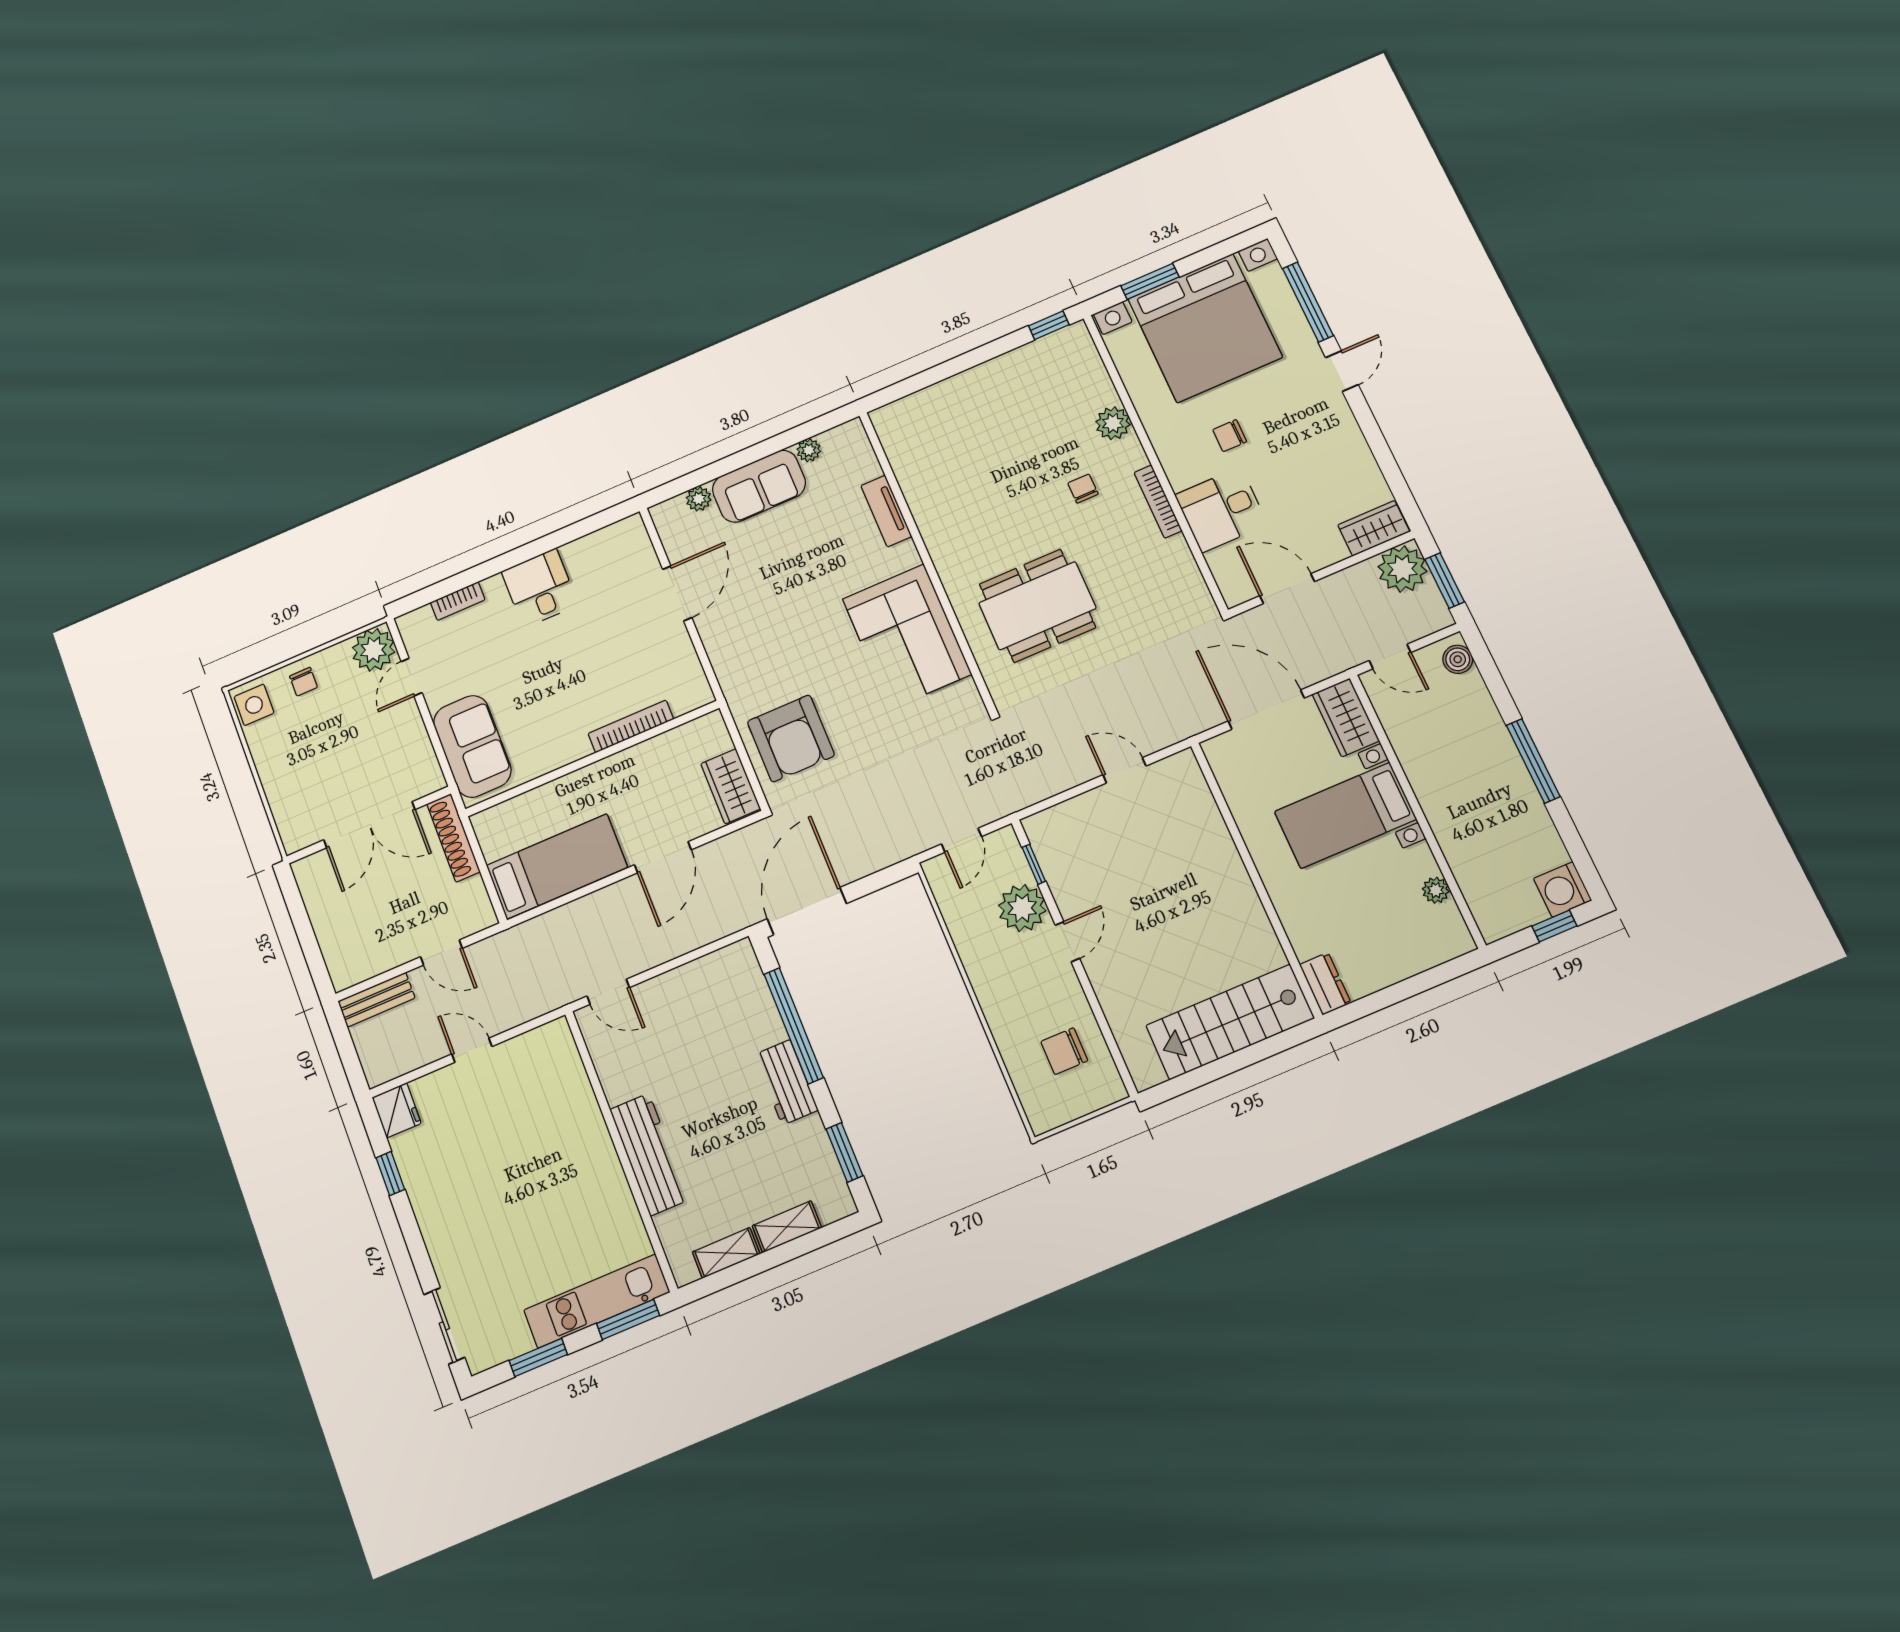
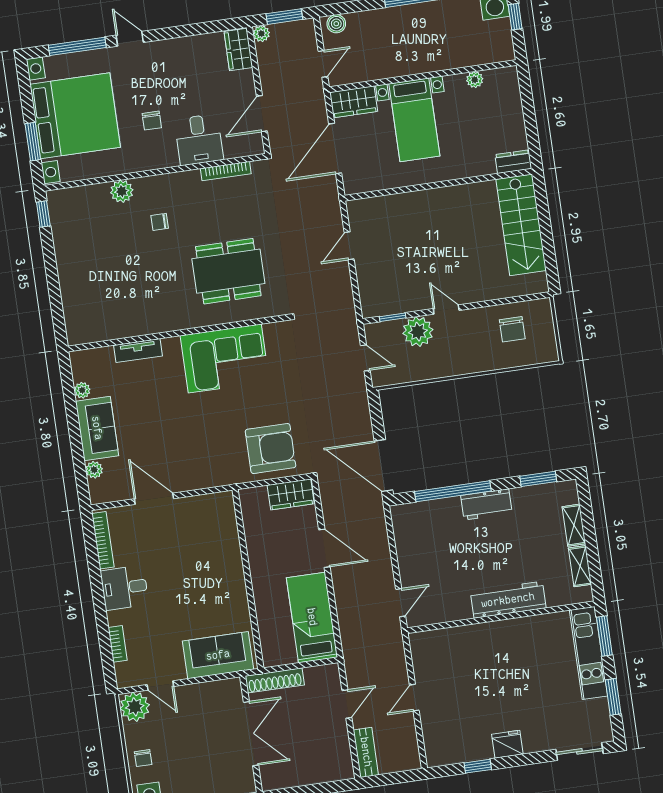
bookcase: (1158, 502) -> (226, 171), moved
plant: (1402, 569) -> (261, 34), width x0.53, depth x0.53
dining table: (1037, 606) -> (228, 271), turned 90
chair: (303, 682) -> (143, 758), turned 90
bookcase: (631, 726) -> (103, 540), moved, turned 180
fridge: (397, 1110) -> (507, 744), moved

